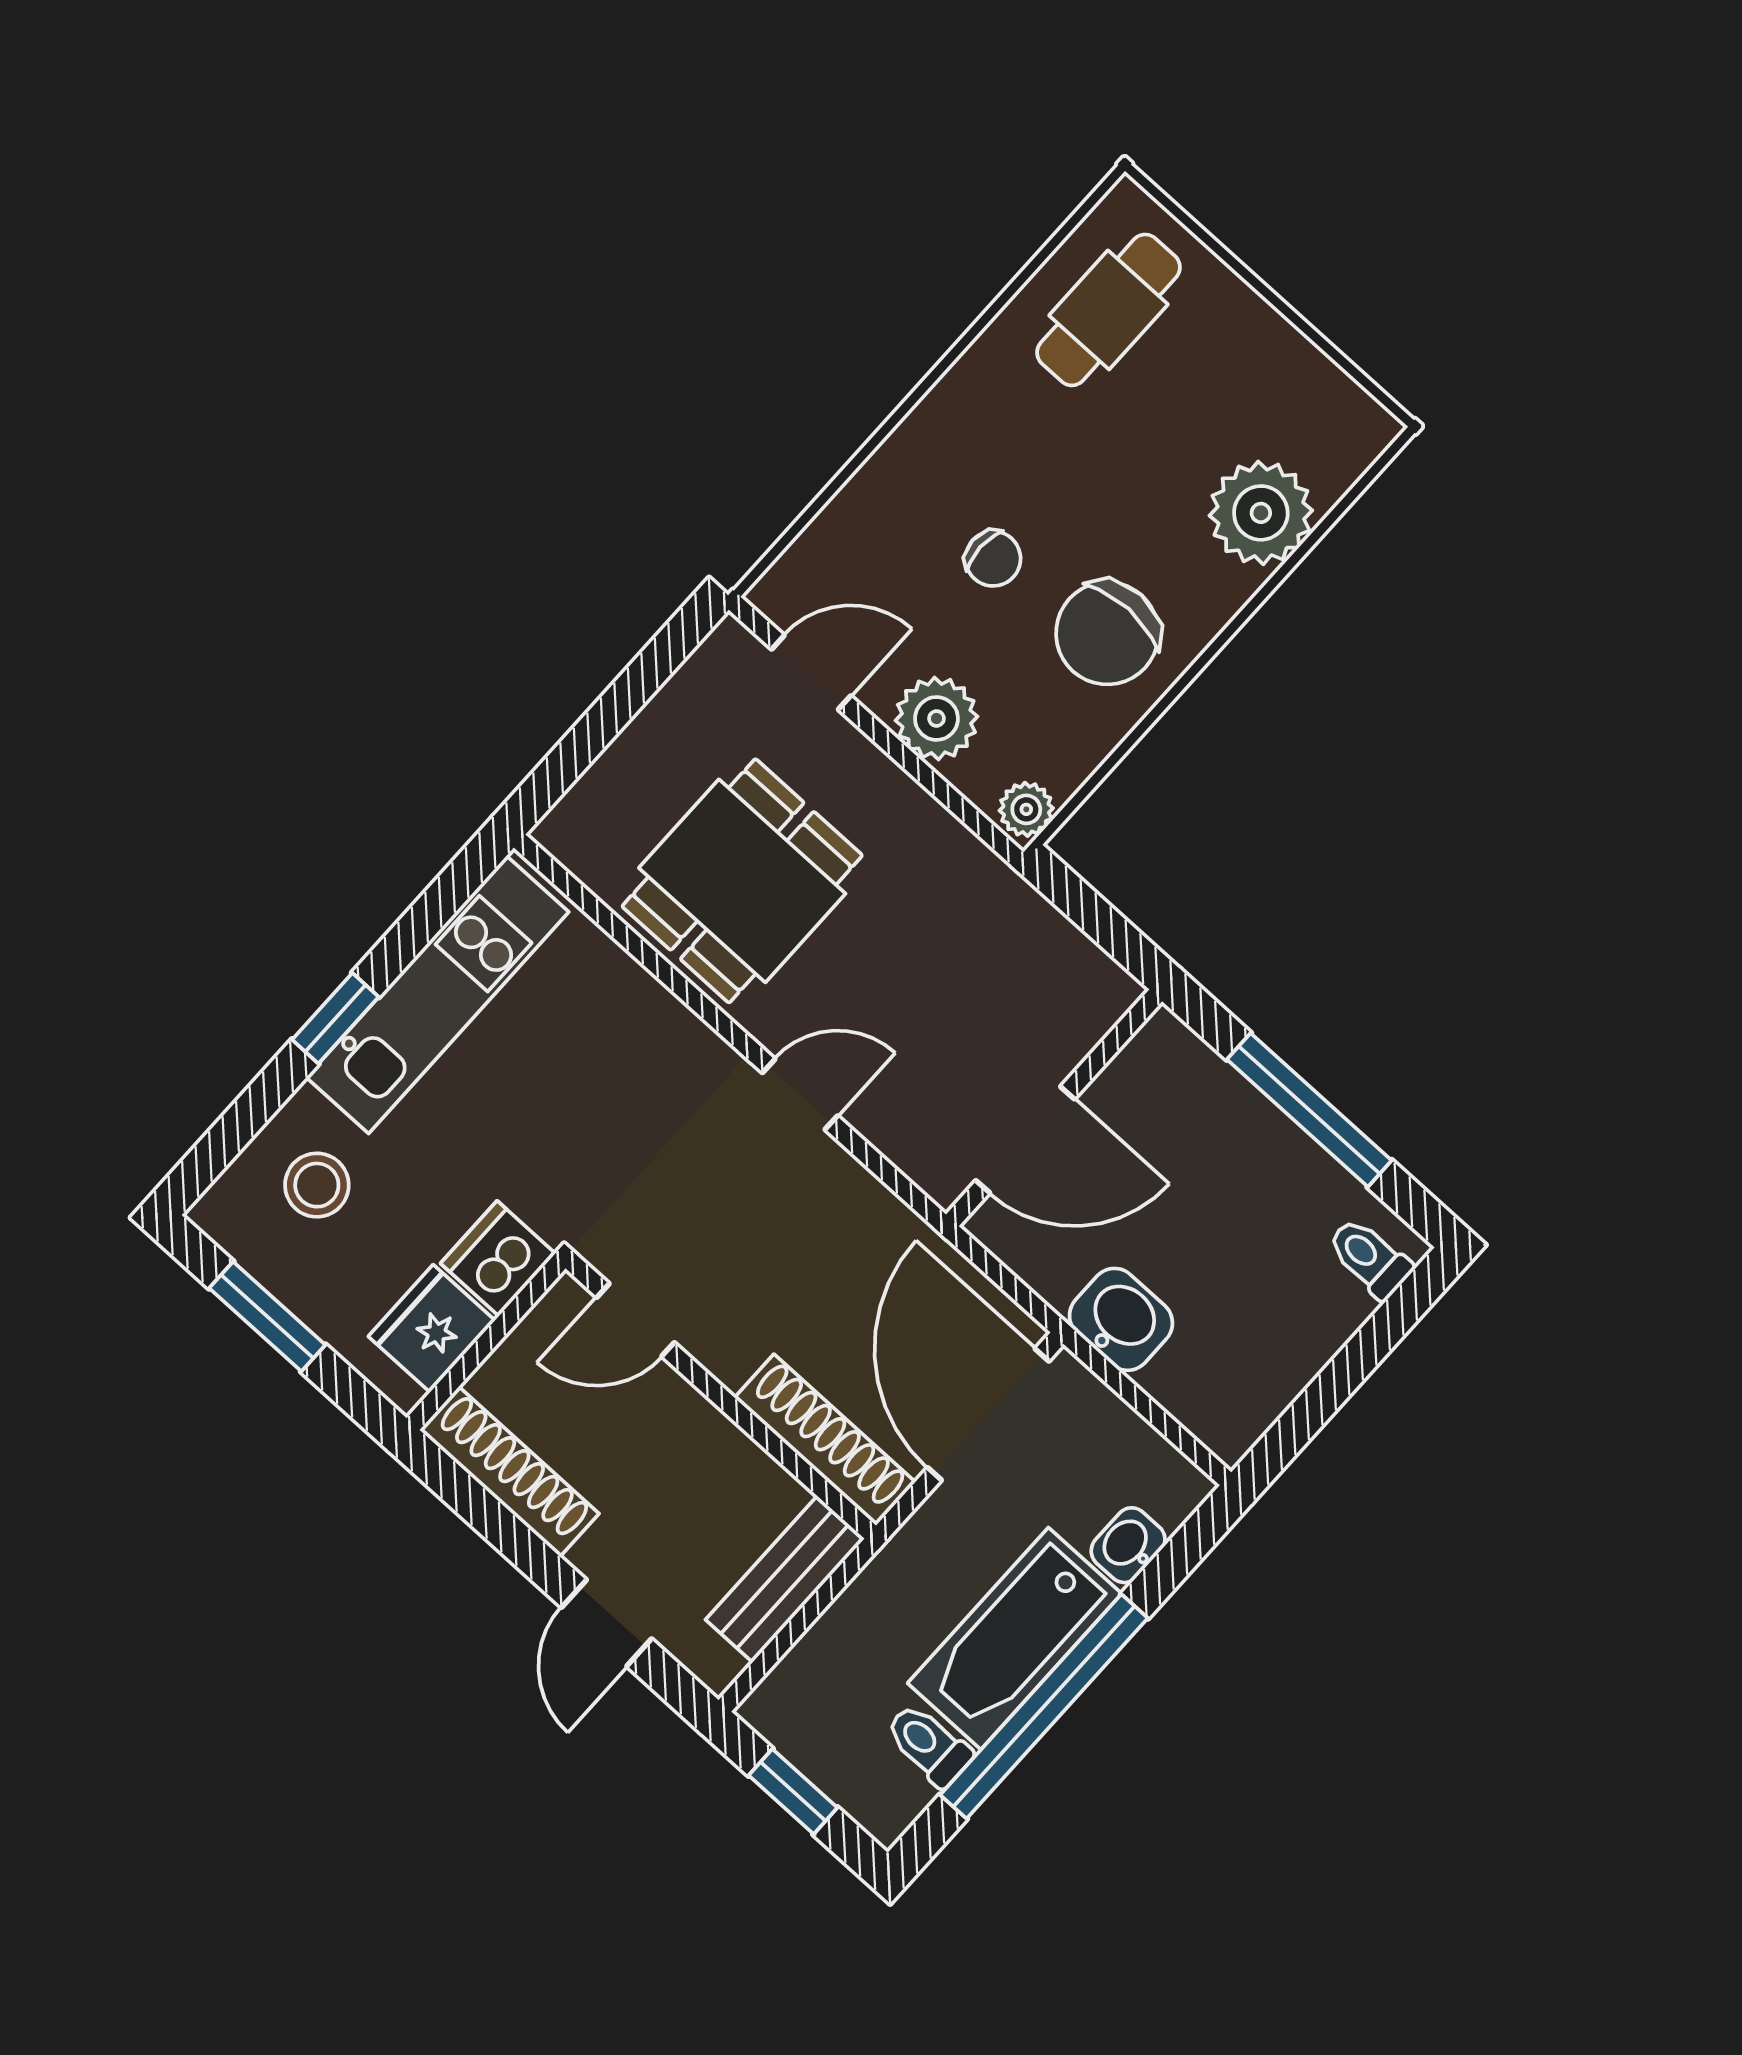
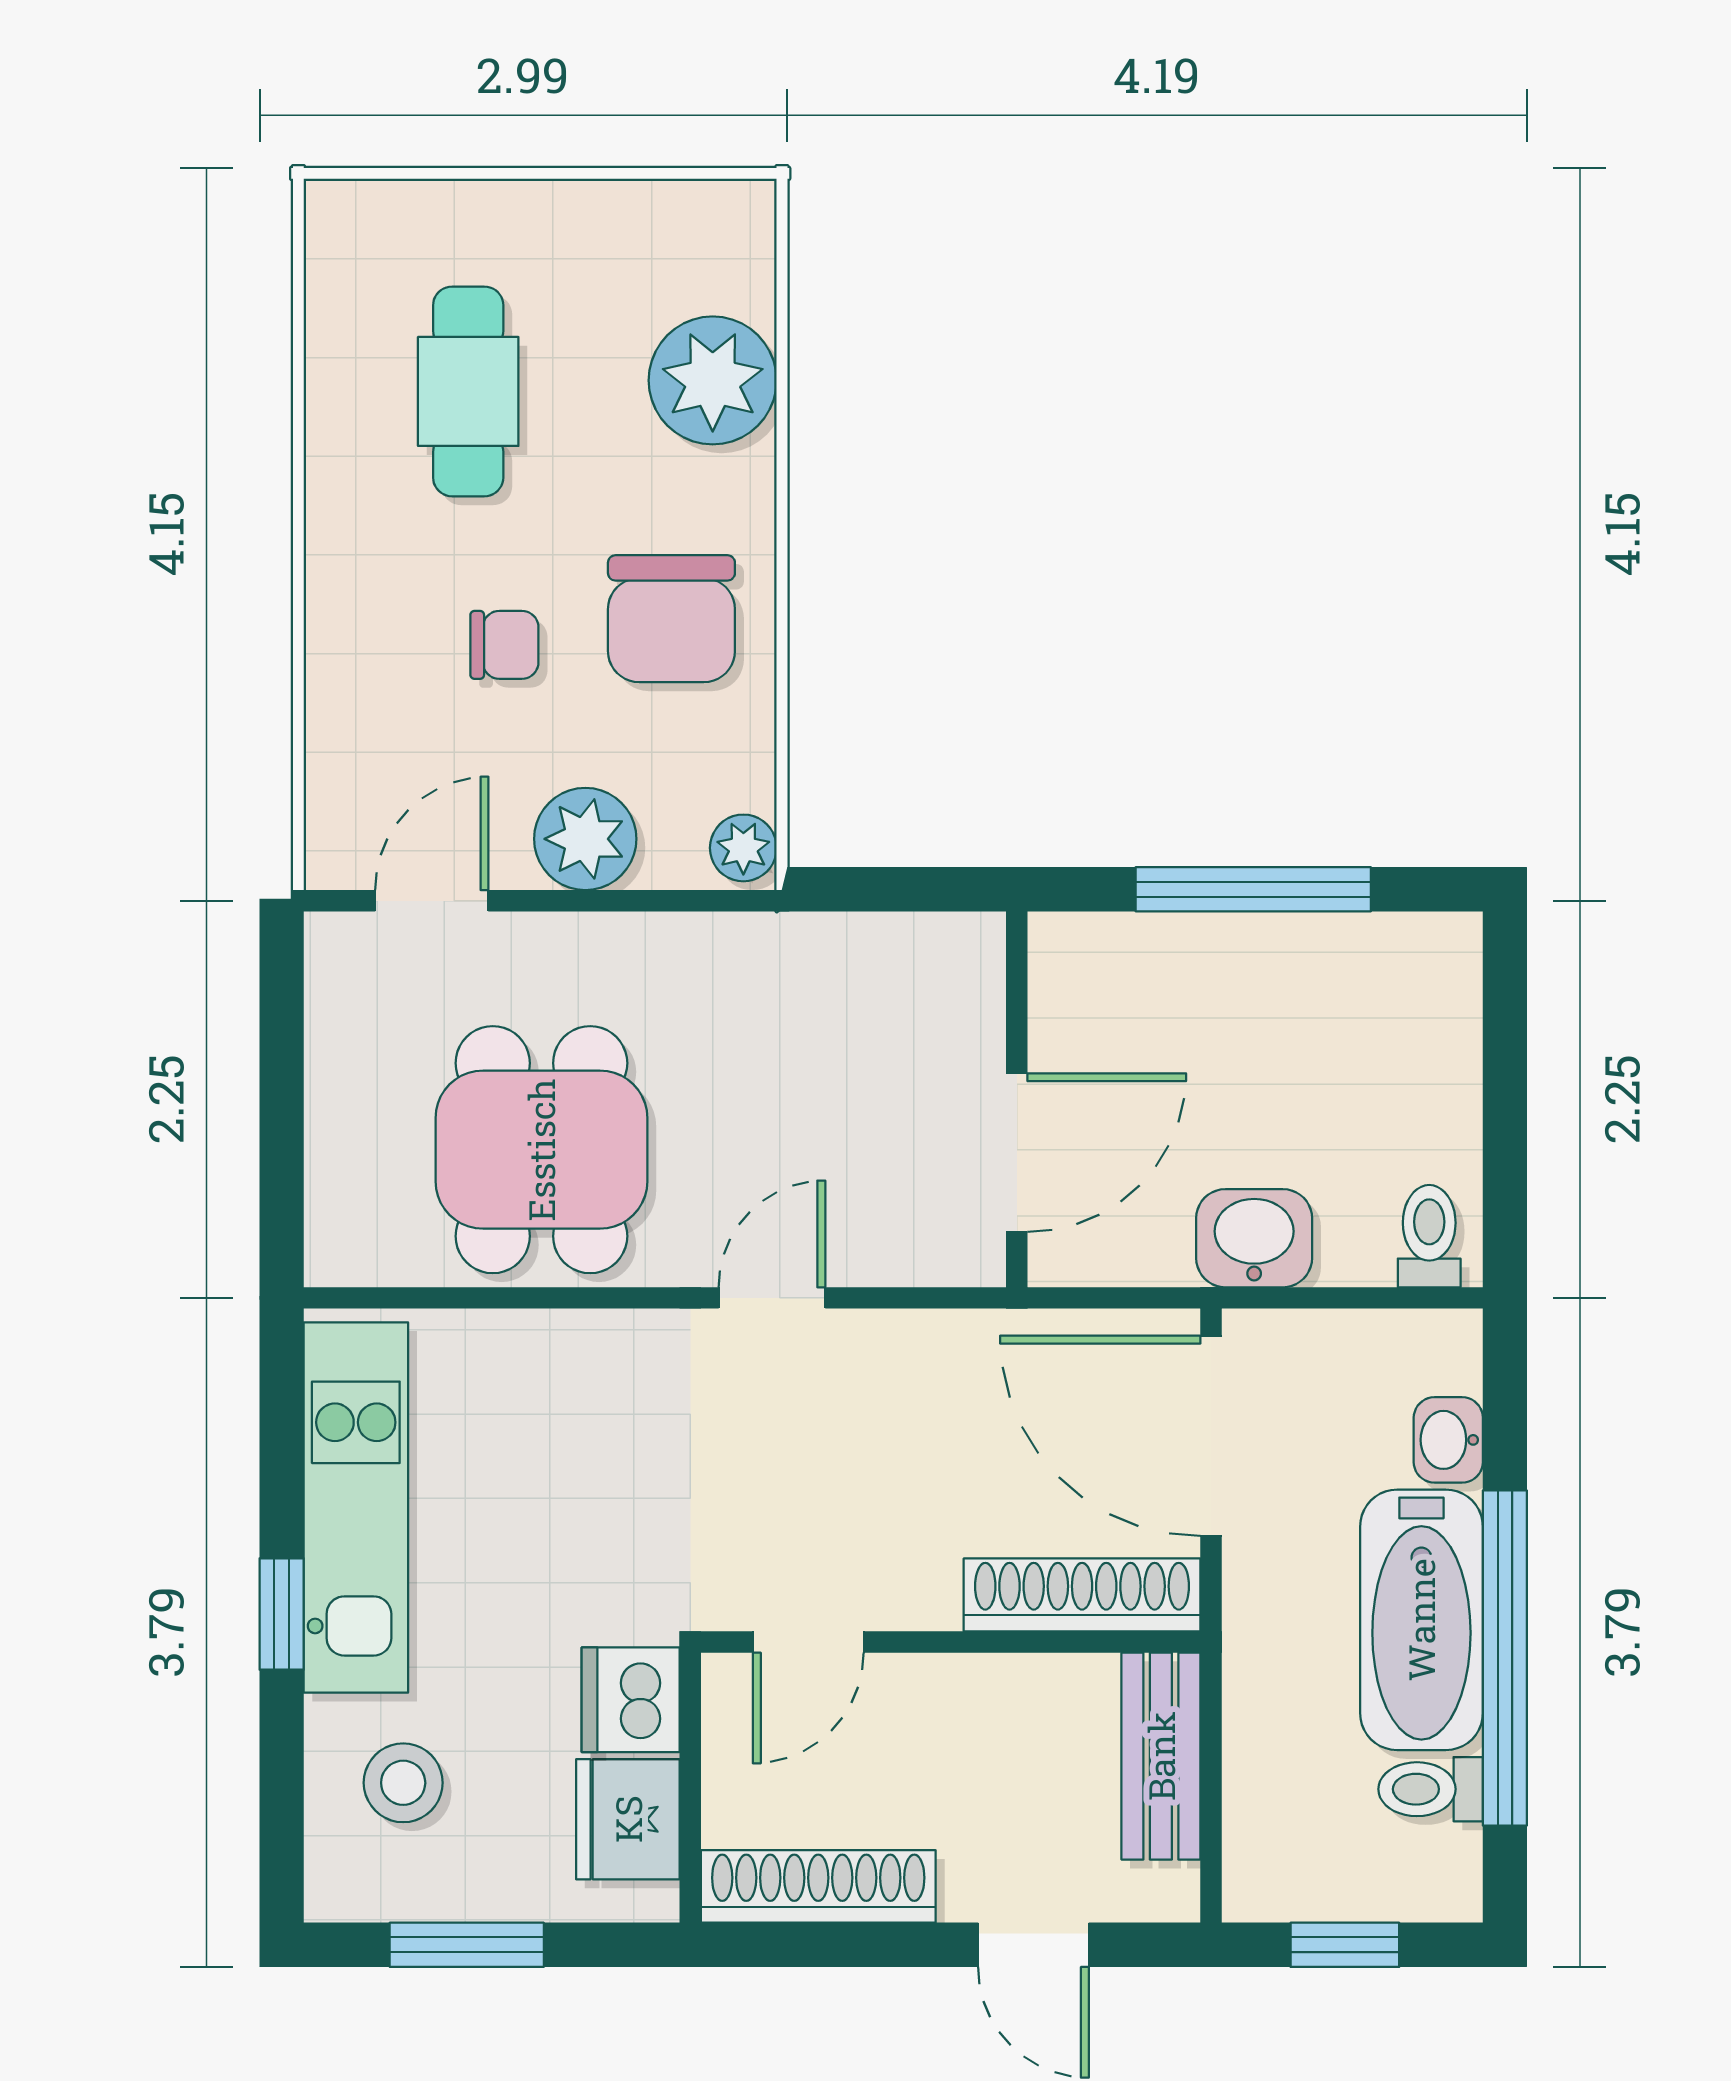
cafe table: (1109, 310) -> (468, 391), moved
toilet: (1370, 1258) -> (1429, 1236), moved, turned 90

